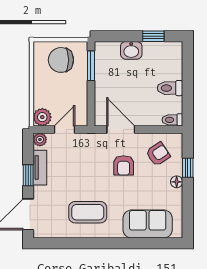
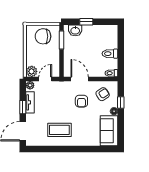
window: (153, 36) -> (86, 22), moved
washbasin: (131, 50) -> (75, 30), moved
sofa: (148, 224) -> (109, 131), moved, turned -90

